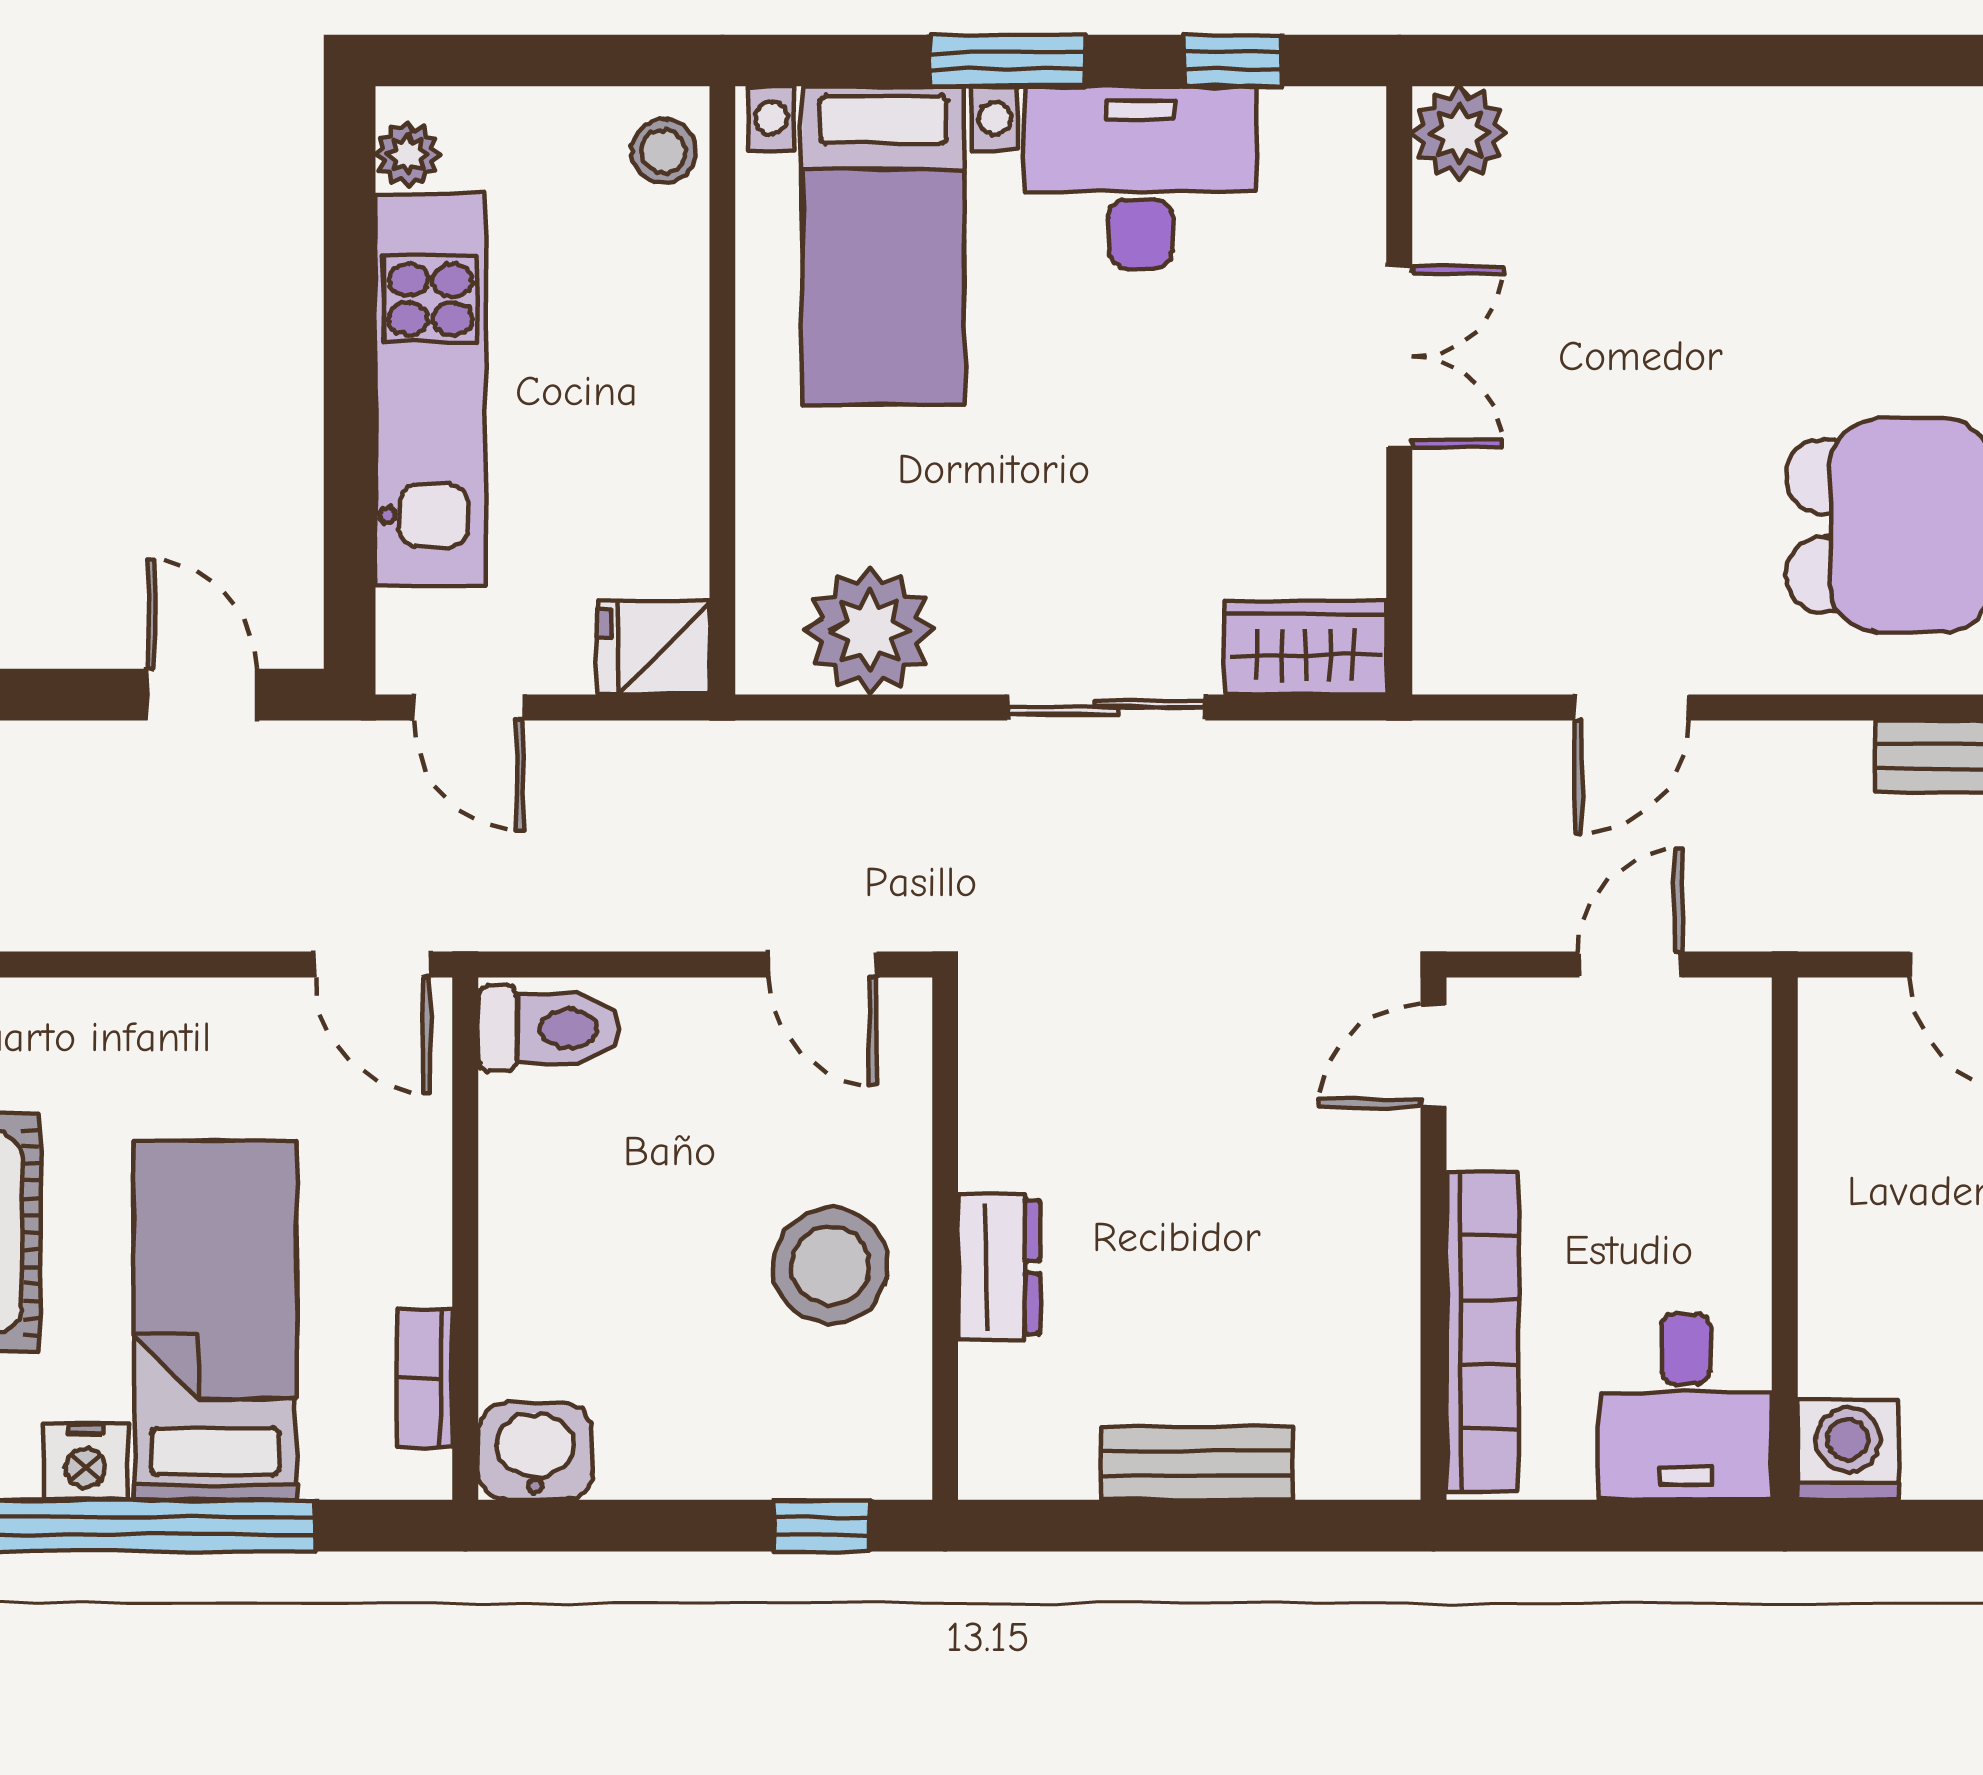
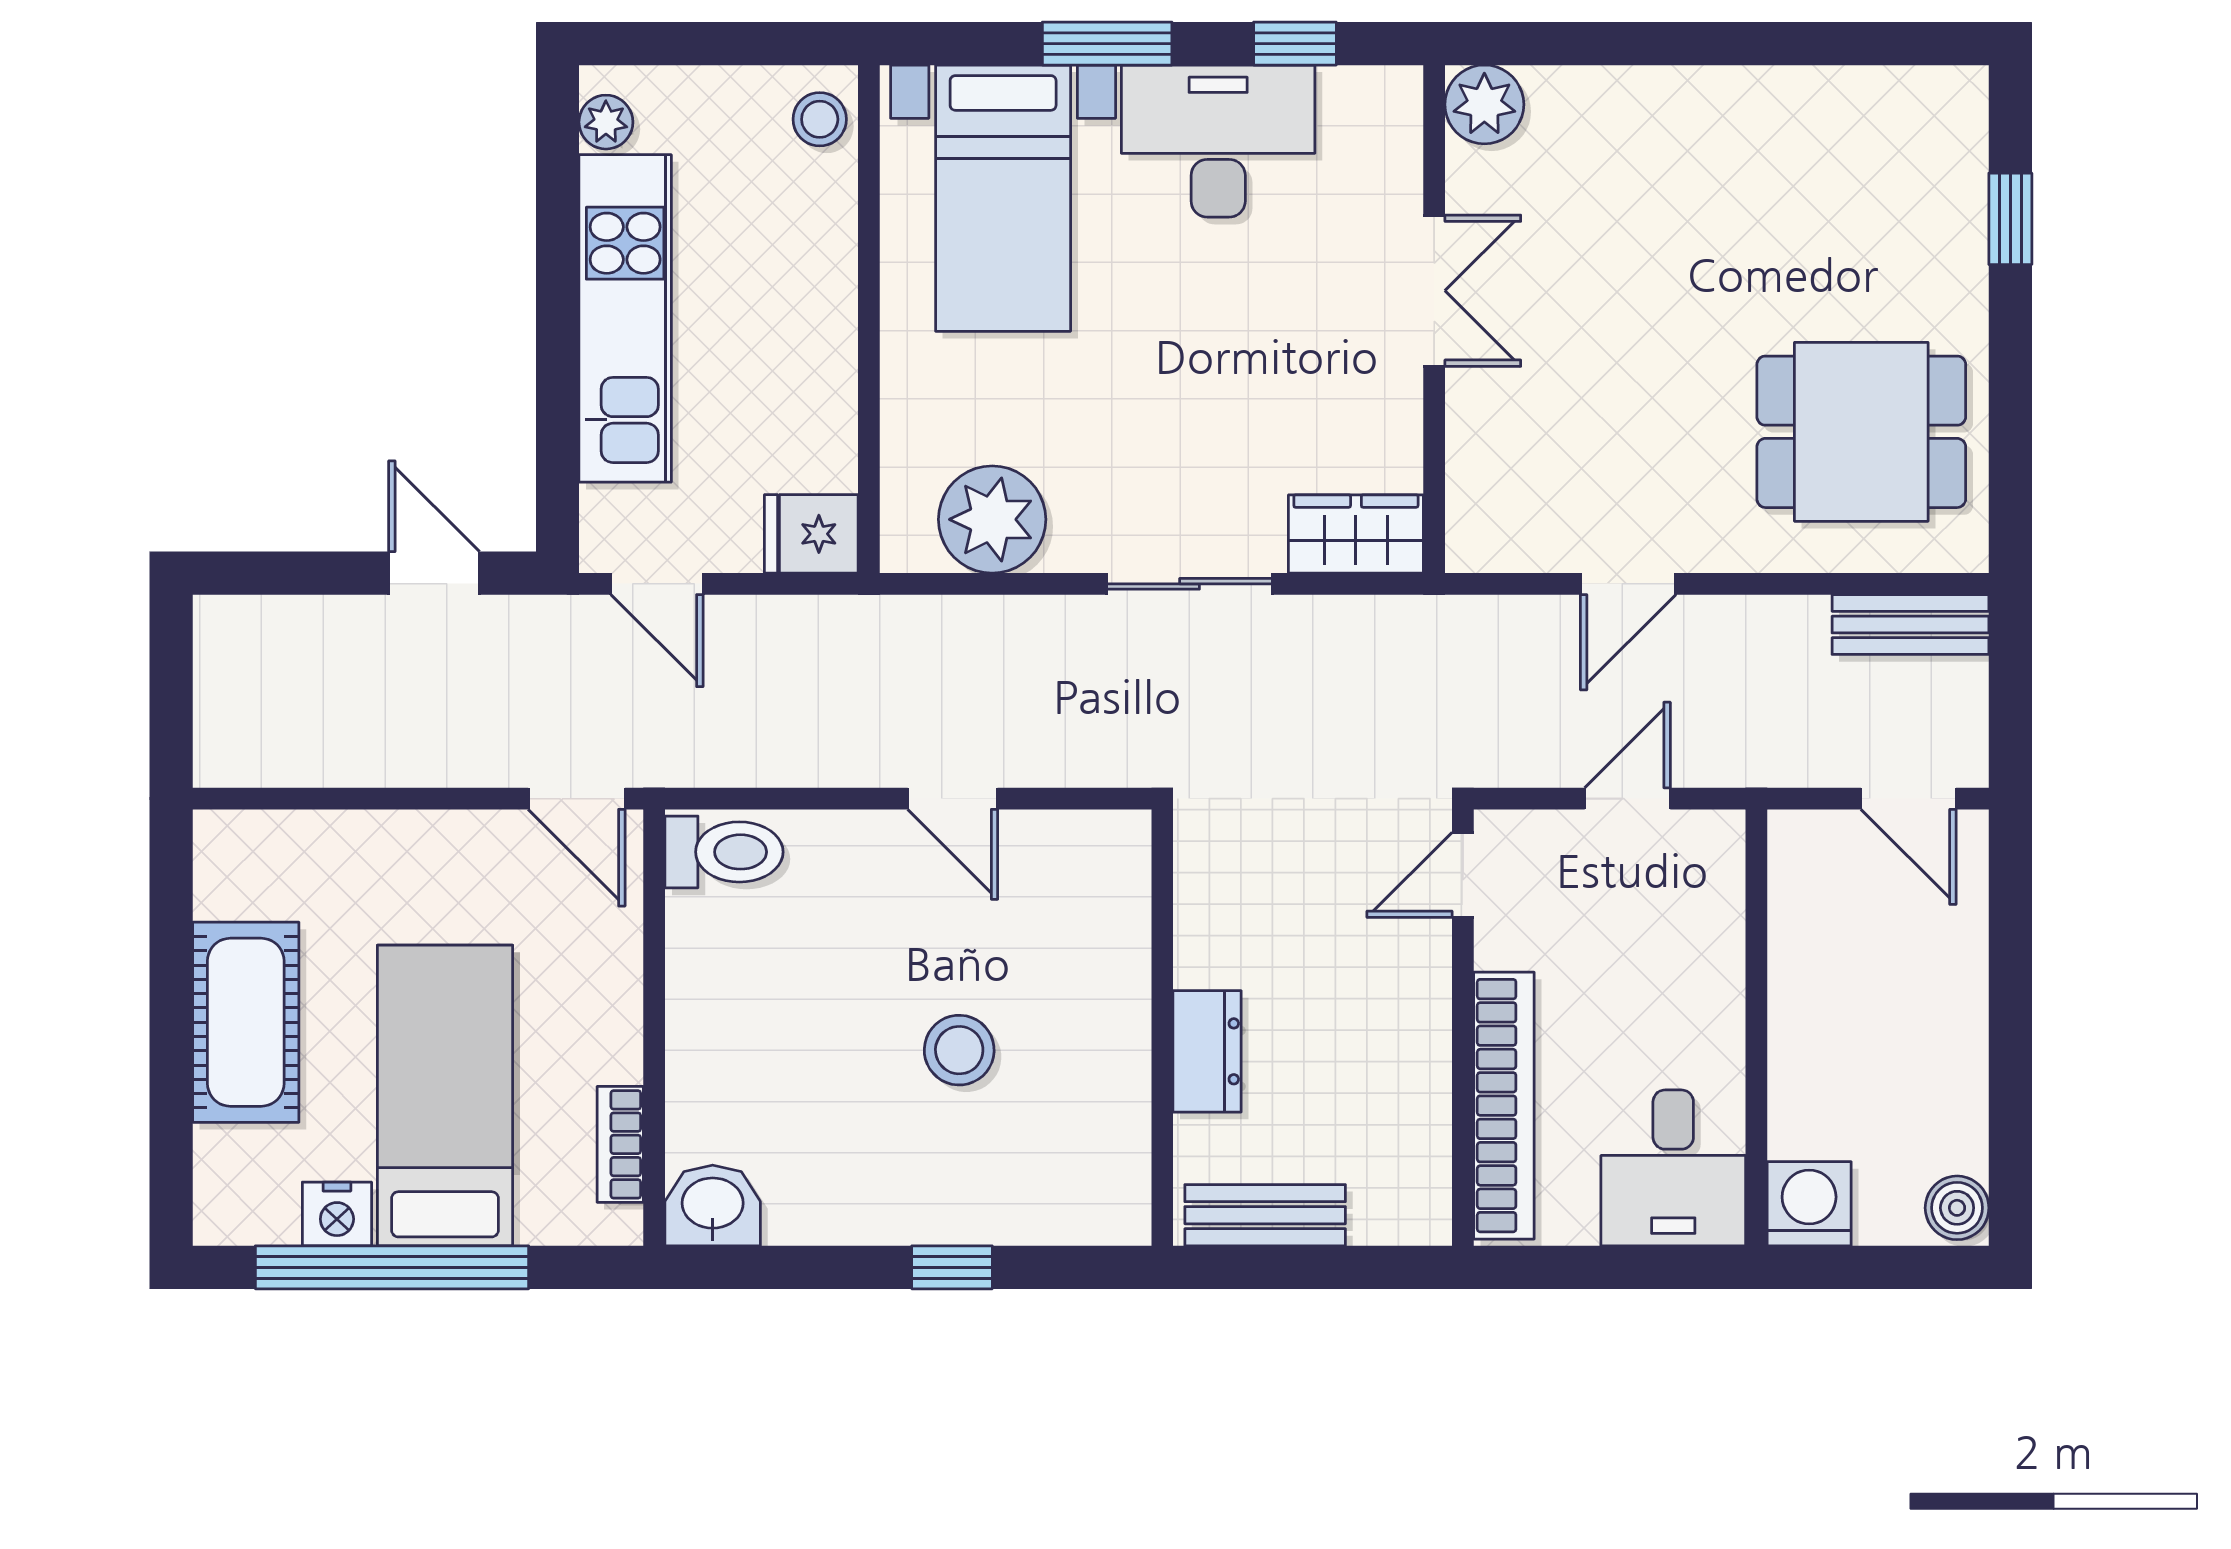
wall: (945, 1239) -> (1162, 1028), moved
stool: (831, 1266) -> (959, 1050), width x0.73, depth x0.73
dresser: (999, 1267) -> (1207, 1051), moved

